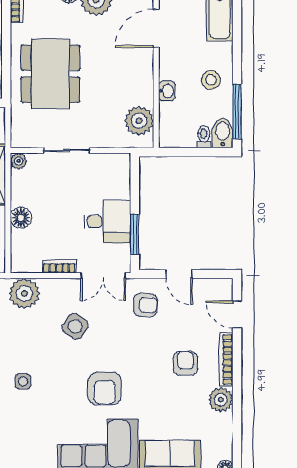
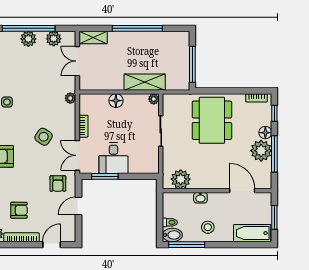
dining table: (50, 74) -> (212, 120), turned 90
plant: (24, 293) -> (70, 98), width x0.53, depth x0.53

